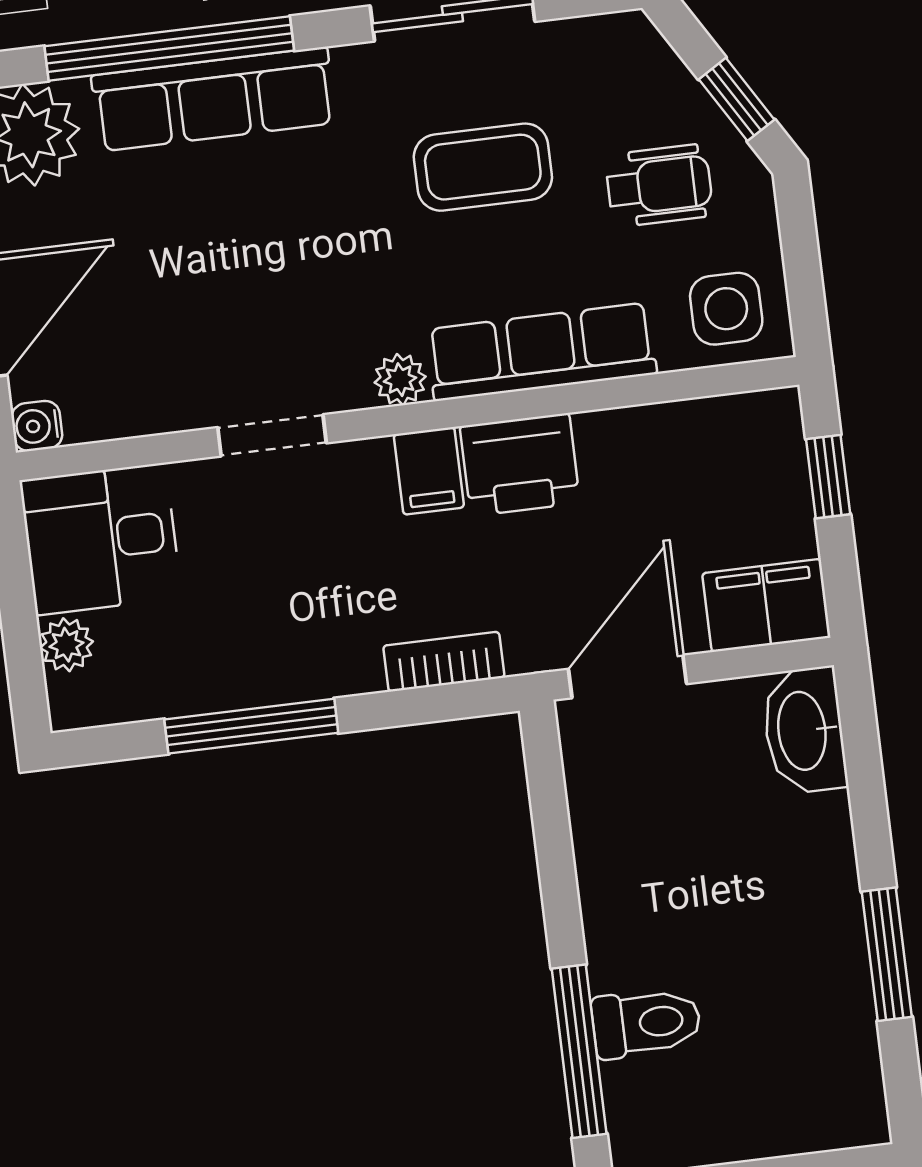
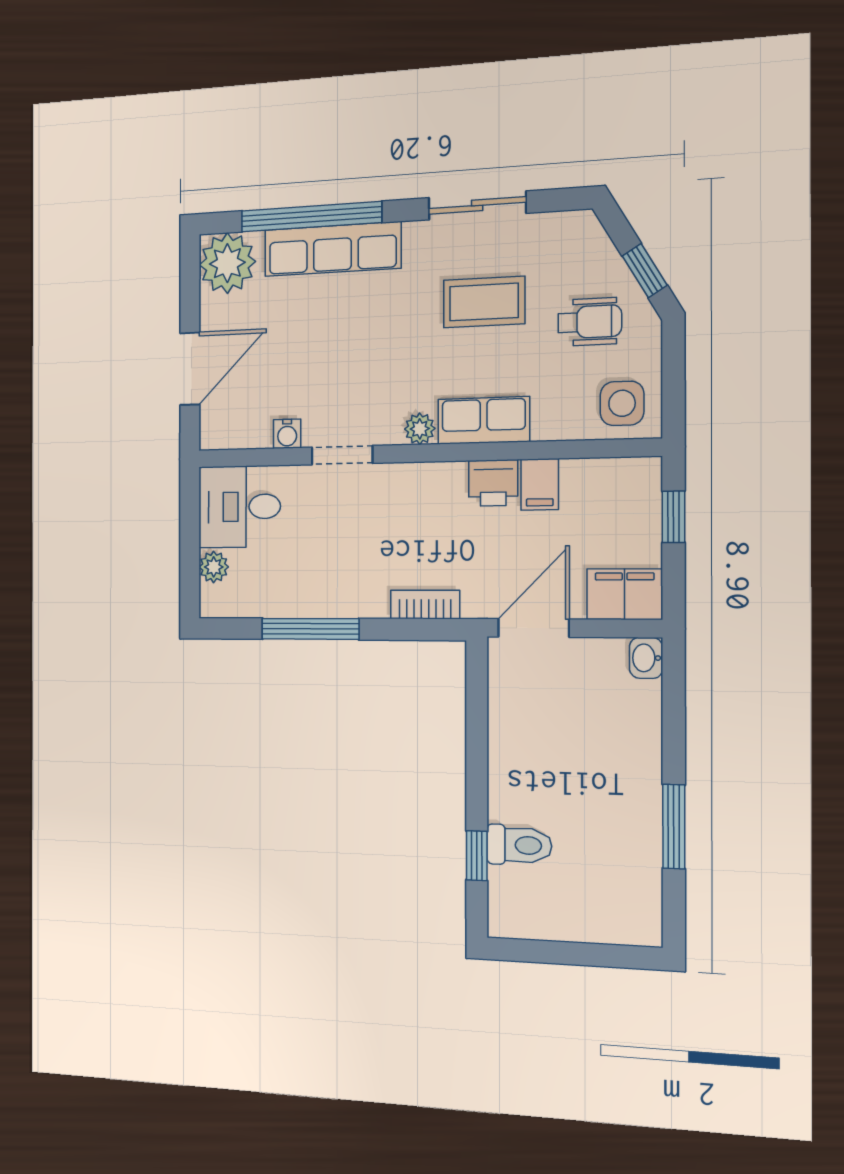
row of seats: (541, 352) -> (484, 420), width x0.68
water cooler: (37, 426) -> (287, 434), moved, turned -90
printer: (520, 465) -> (493, 483), width x0.73, depth x0.81
filing cabinet: (429, 471) -> (540, 484), moved
washbasin: (804, 731) -> (646, 658), width x0.52, depth x0.69
window: (579, 1051) -> (477, 856), width x0.46

